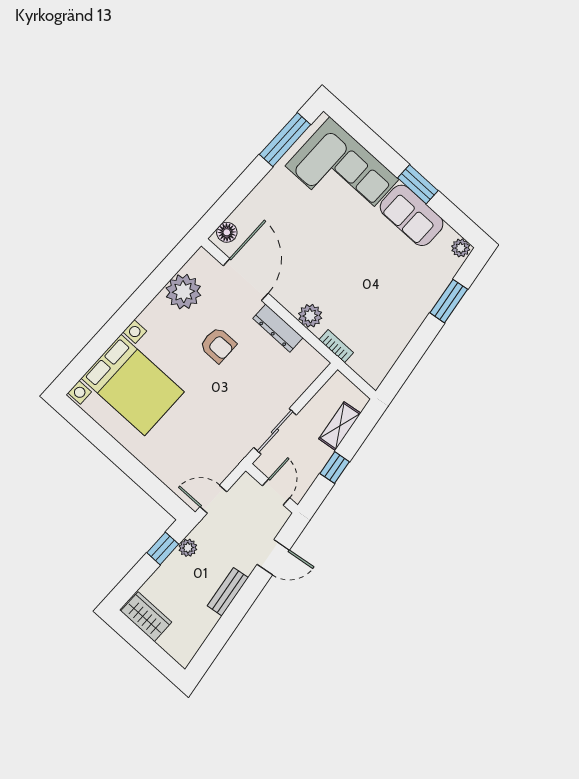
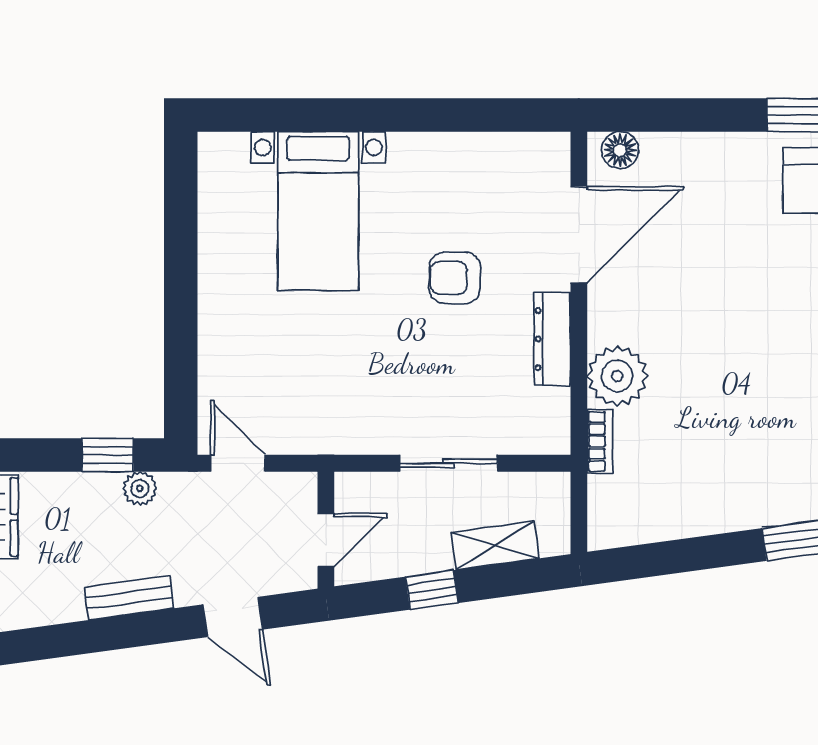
plant: (183, 292) -> (485, 165), removed
plant: (310, 316) -> (617, 376), width x1.36, depth x1.36
armchair: (218, 345) -> (455, 278), turned 90
bed with nightstands: (133, 385) -> (318, 211), width x0.73
sliding door: (275, 431) -> (449, 463), moved

